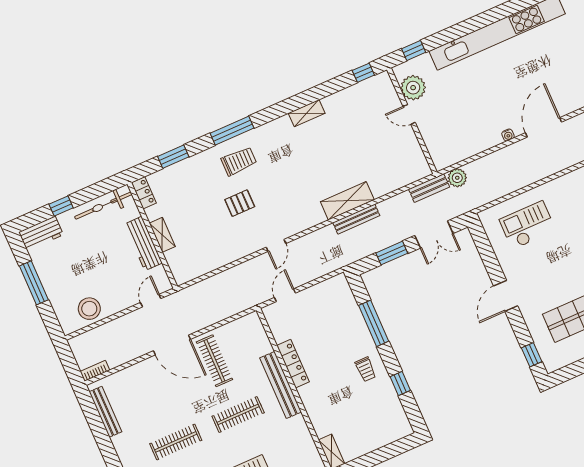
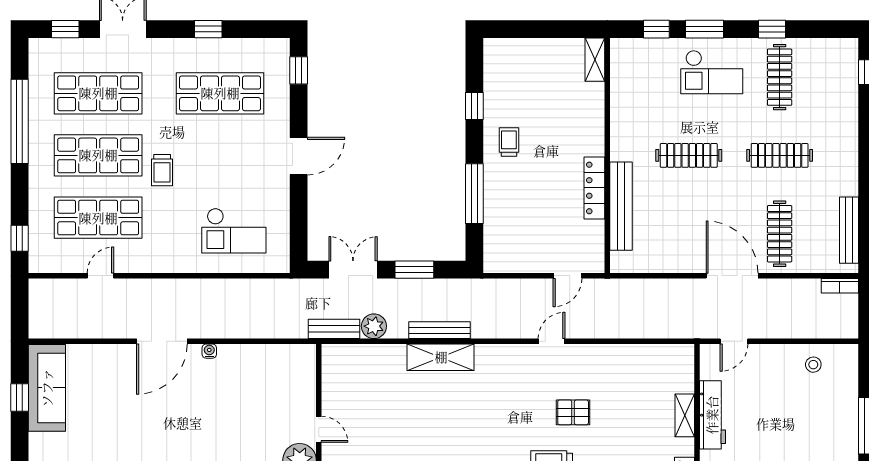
plant: (457, 178) -> (374, 326), moved
stool: (89, 309) -> (813, 365), width x0.53, depth x0.53
clothes rail: (214, 361) -> (780, 234), moved
bench: (281, 385) -> (621, 206), moved

